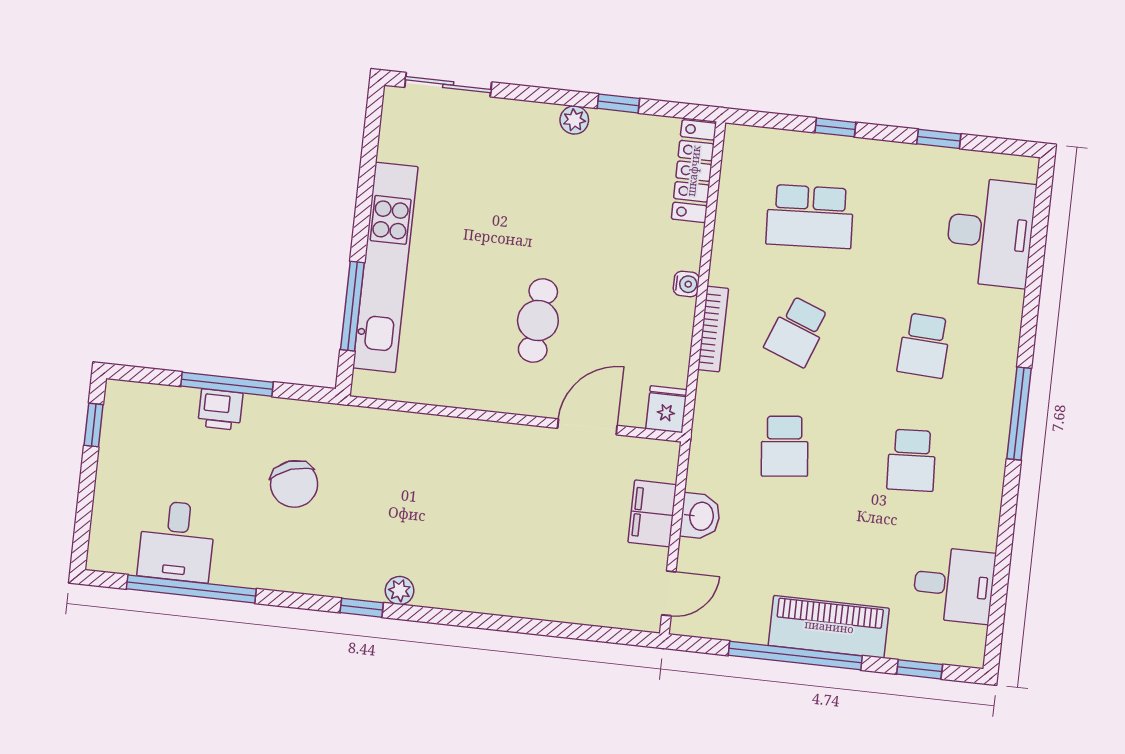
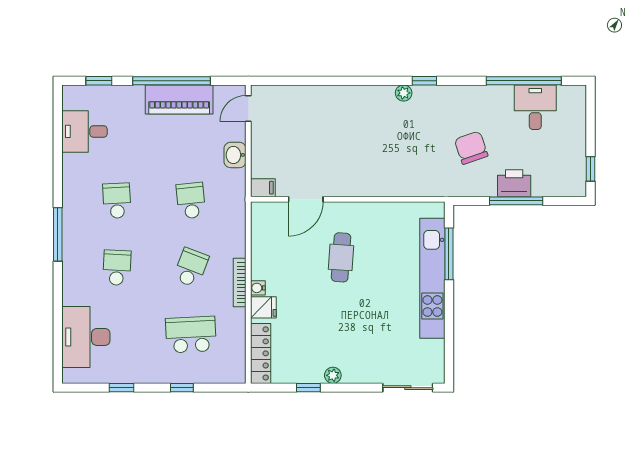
bookcase: (713, 329) -> (240, 283), moved
fridge: (666, 409) -> (263, 307), moved, turned -90
printer: (220, 410) -> (514, 183), width x1.36, depth x1.24
filing cabinet: (652, 513) -> (263, 188), moved, width x0.50
piano: (829, 627) -> (179, 99), moved

